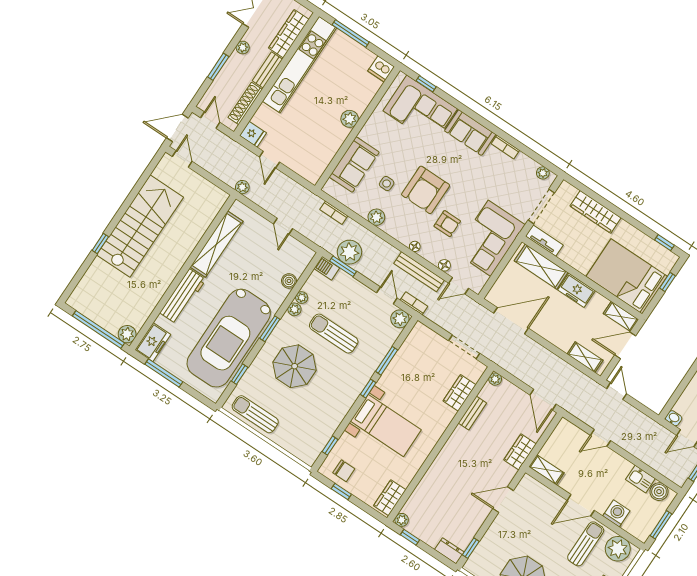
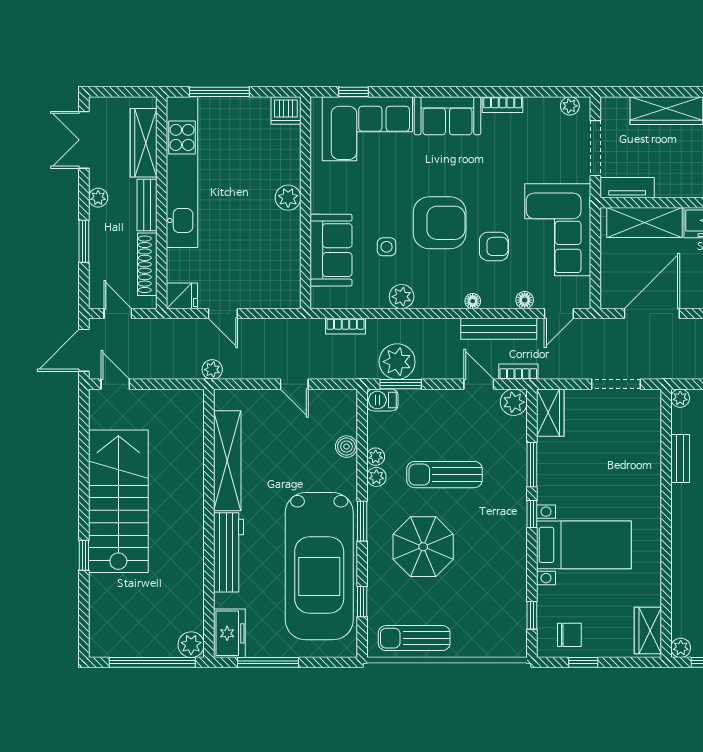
armchair: (426, 190) -> (440, 223), turned -90
wardrobe: (460, 393) -> (550, 413), moved, turned 180

